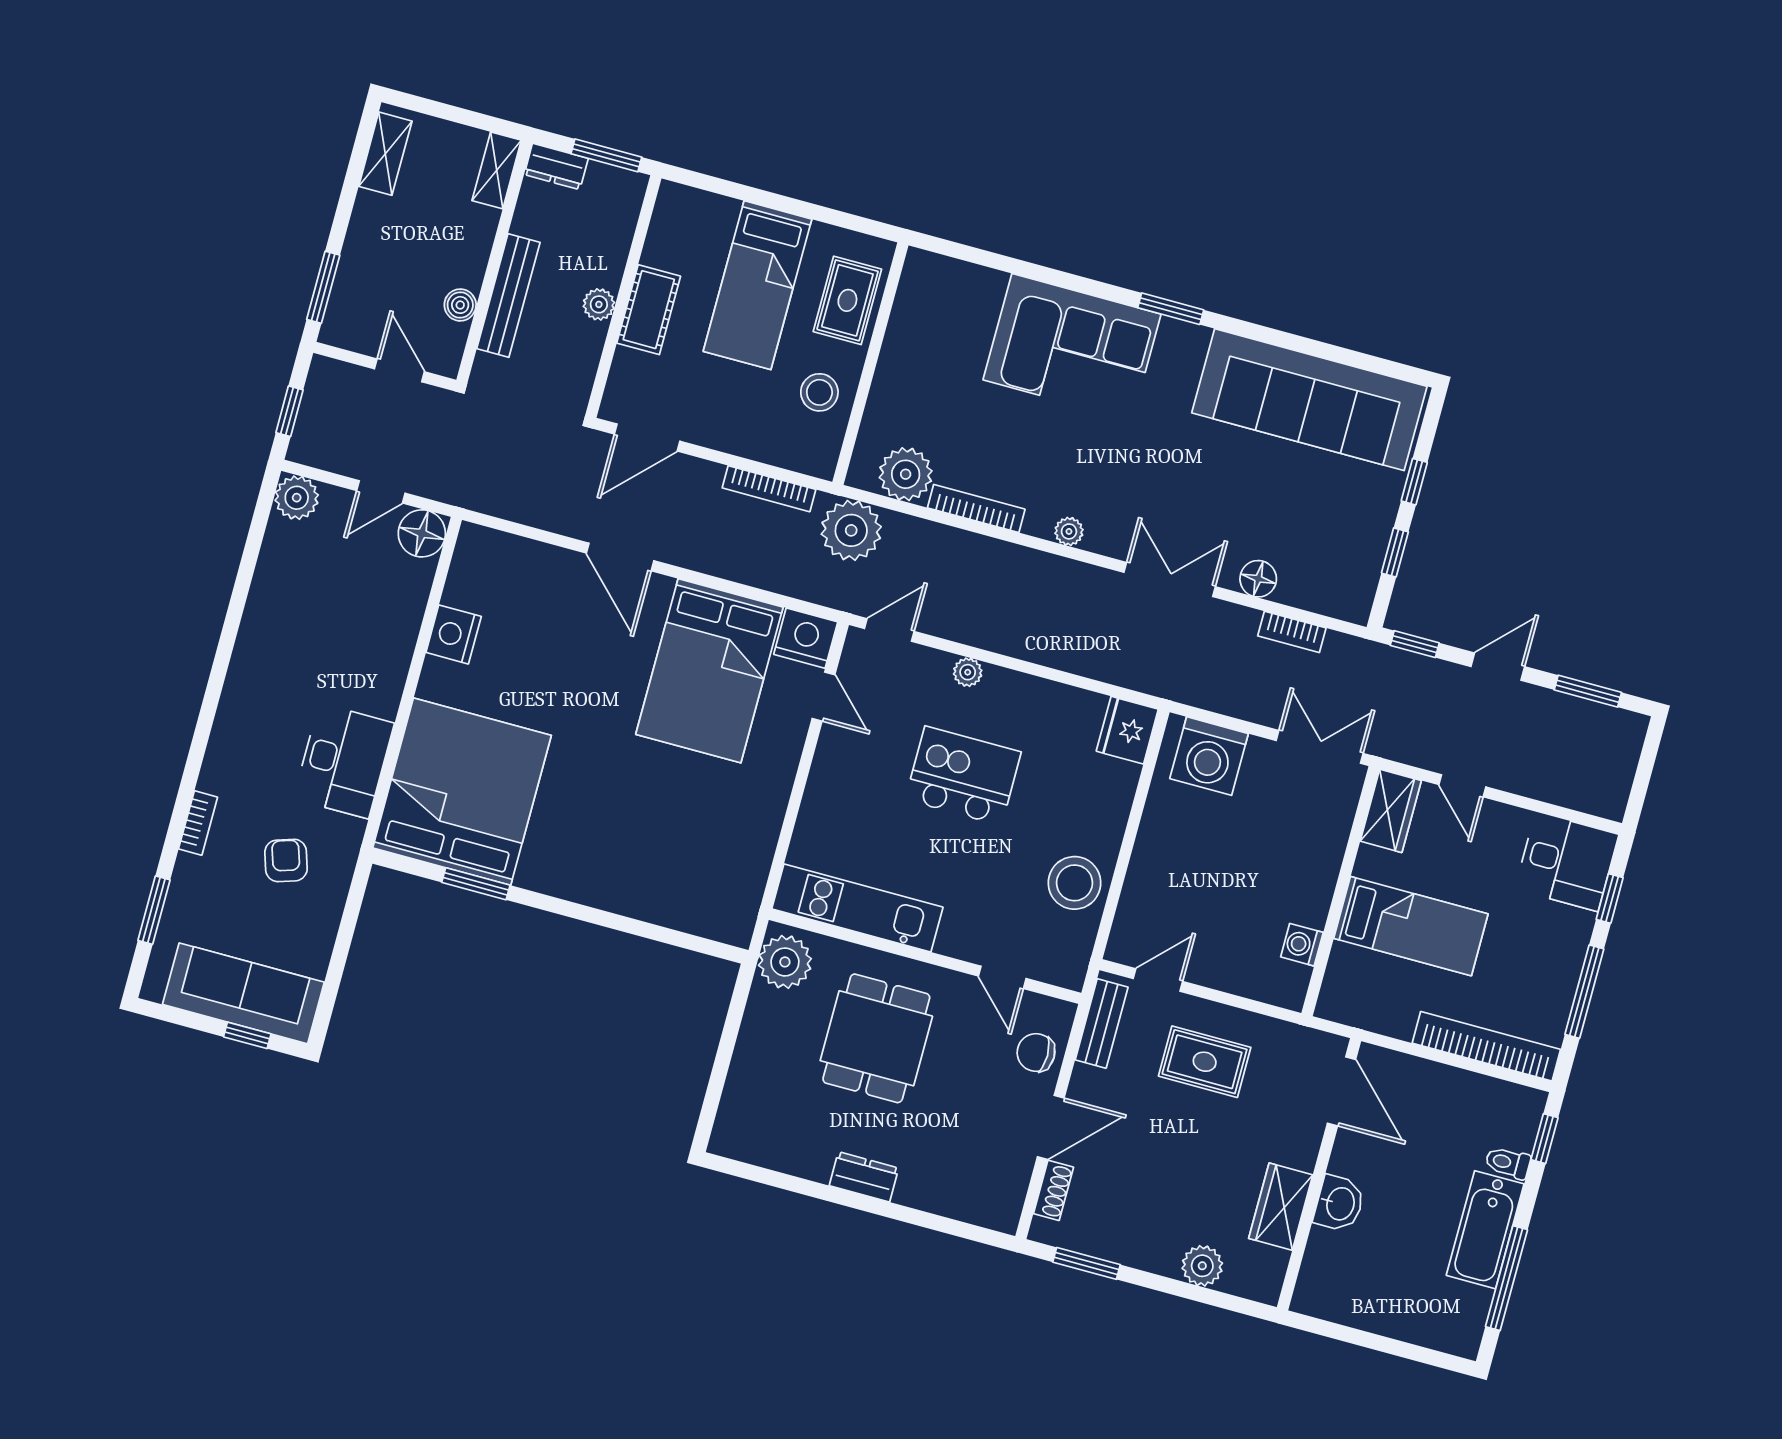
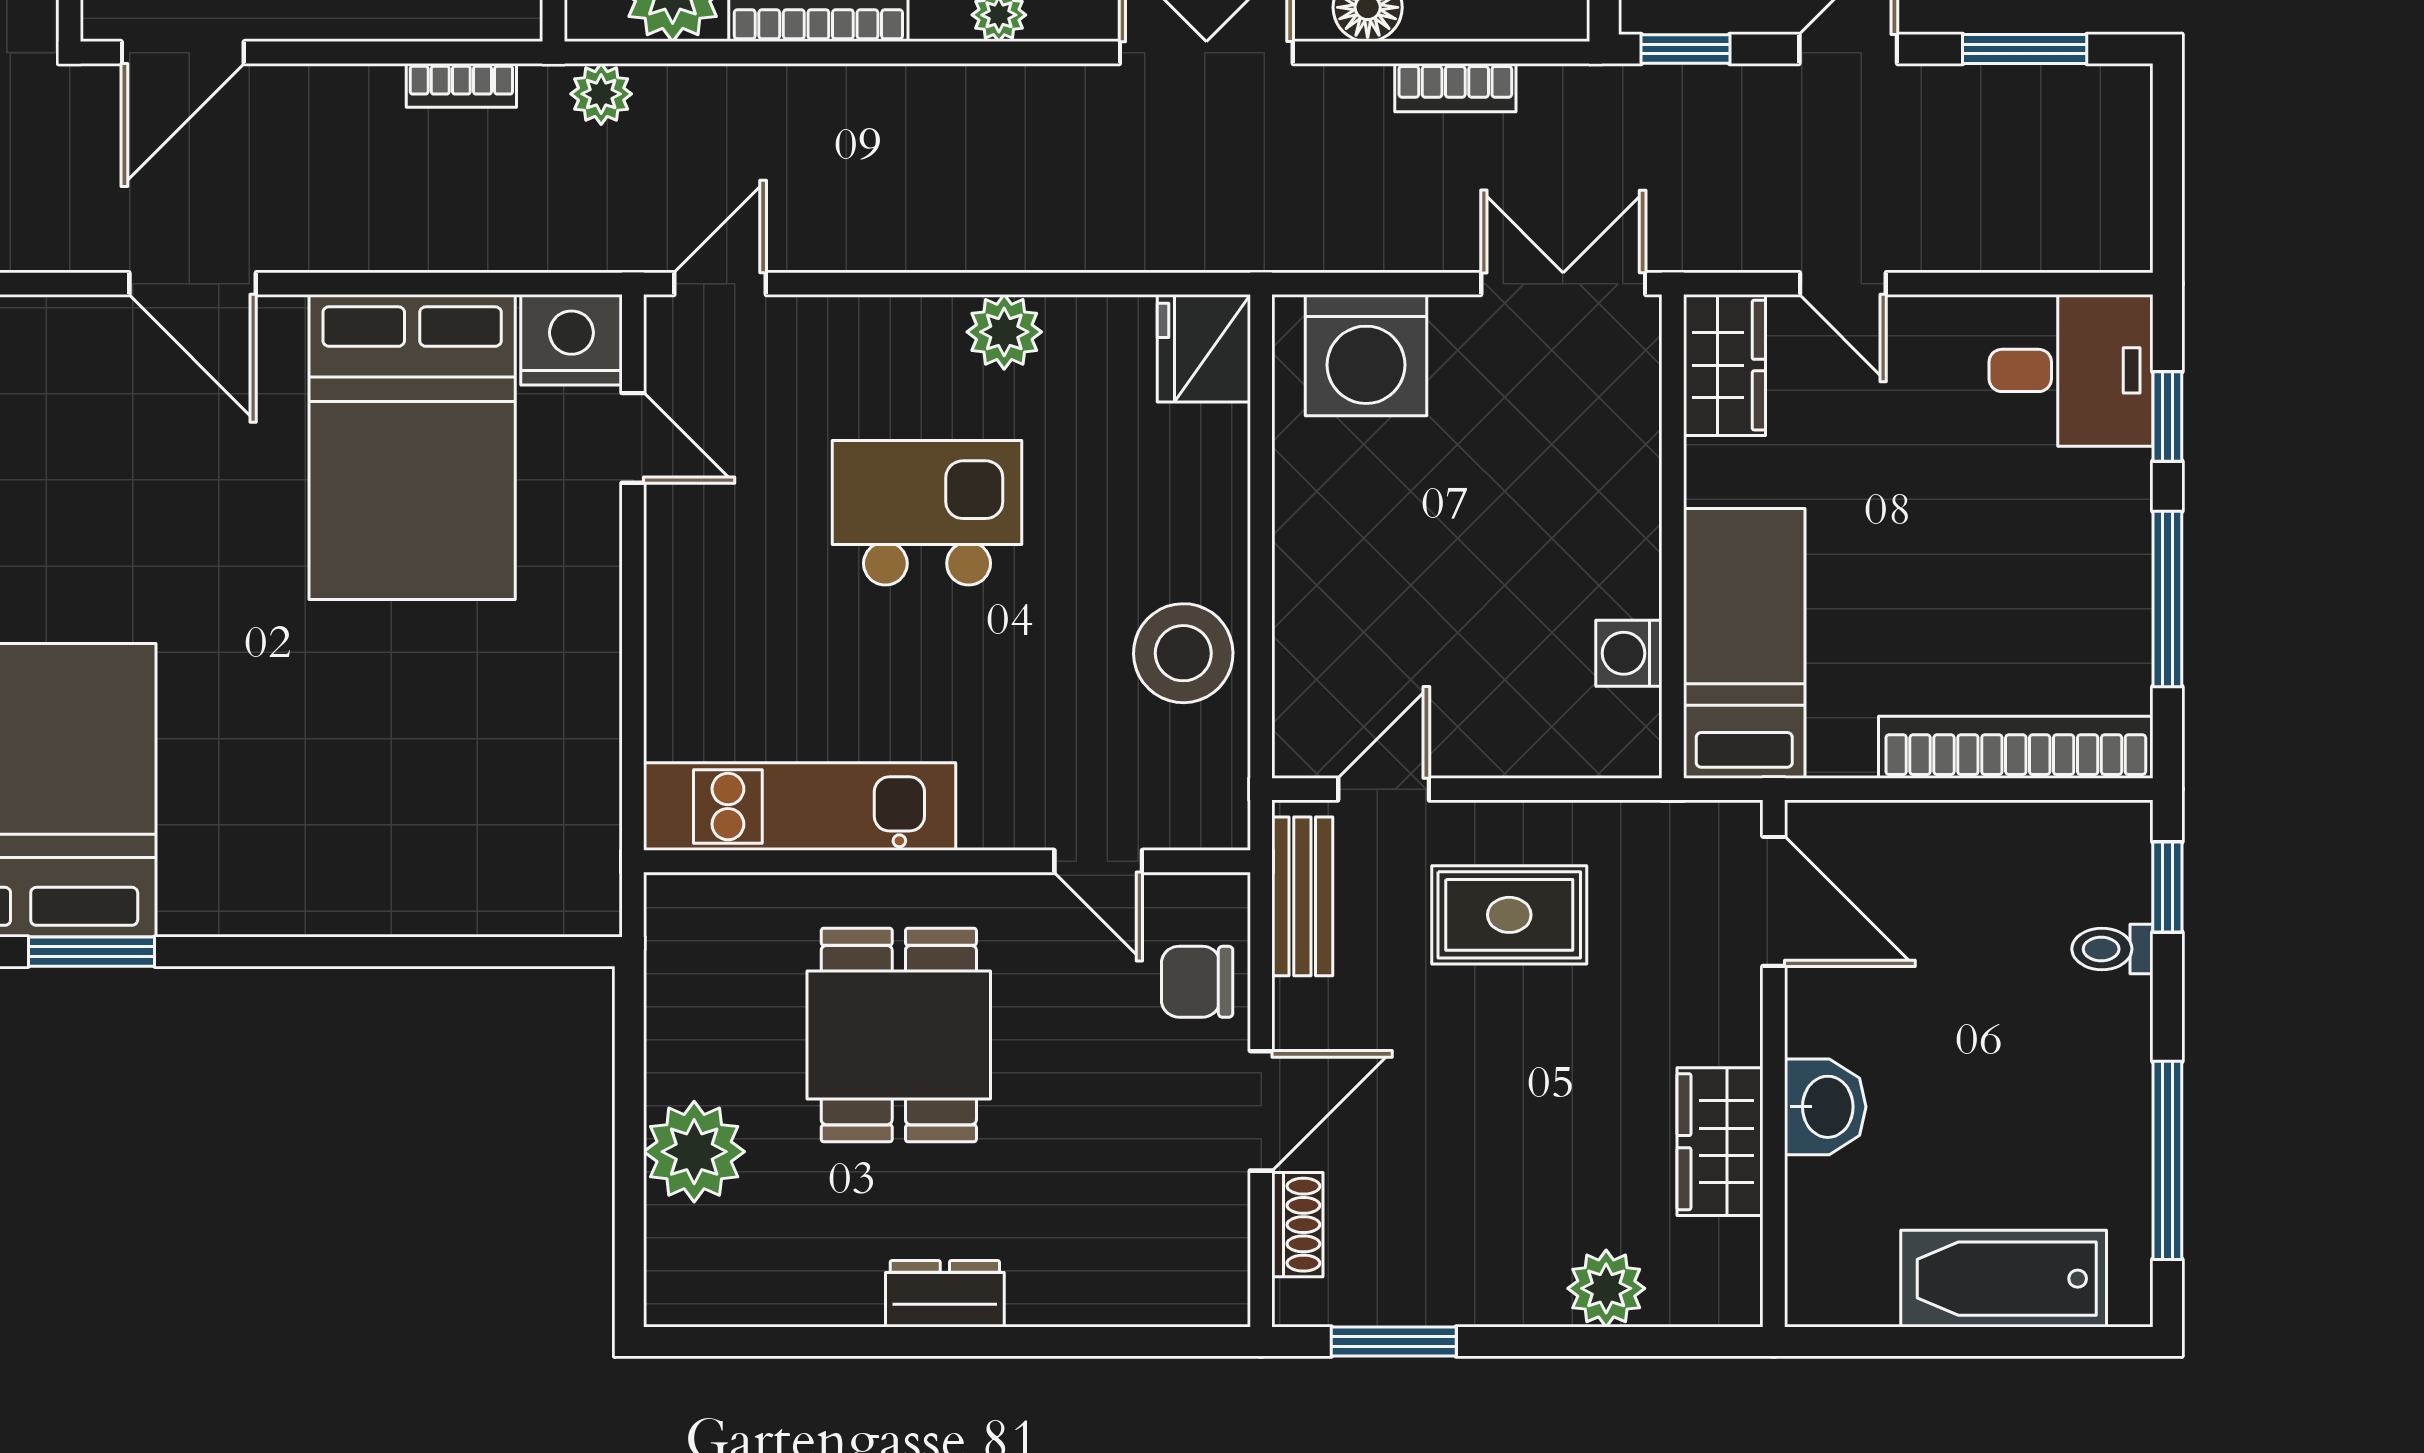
bookcase: (769, 489) -> (461, 85), width x0.64
plant: (851, 530) -> (601, 94), width x0.53, depth x0.53
plant: (968, 672) -> (1004, 332), moved, width x1.38, depth x1.38
bed: (1411, 926) -> (1744, 643), moved, turned -90
plant: (785, 962) -> (694, 1152), moved
bathtub: (1485, 1230) -> (2004, 1279), moved, turned 90

